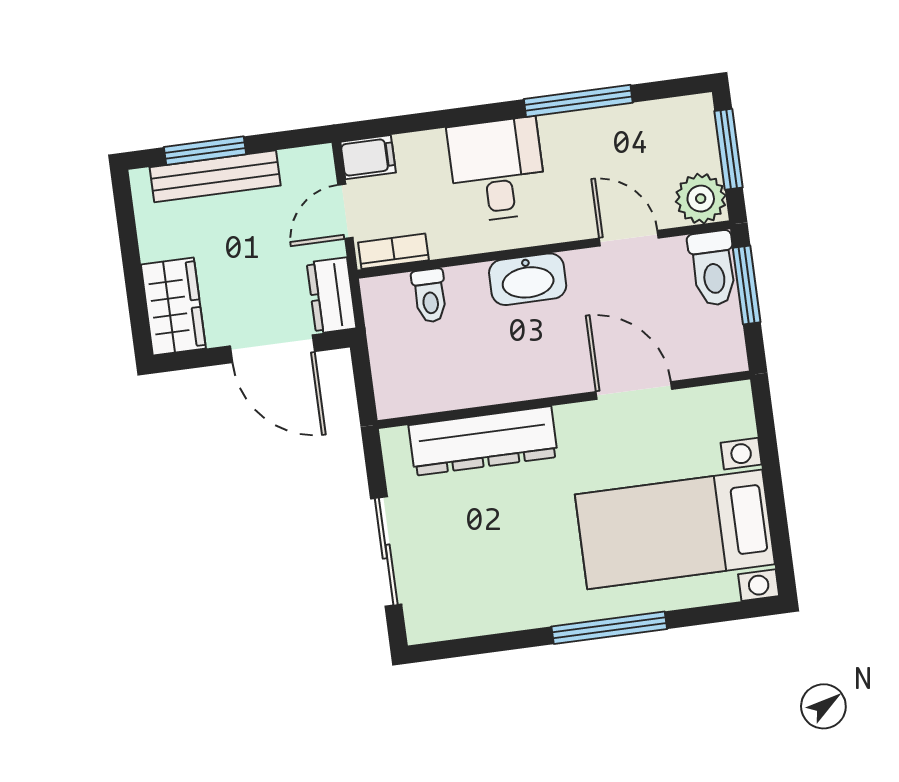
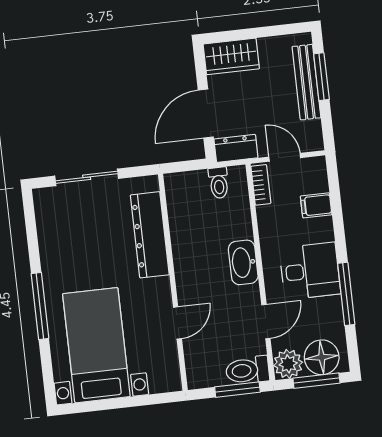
floor lamp: (688, 141) -> (322, 357), added
filing cabinet: (368, 157) -> (316, 205), moved, turned 90
desk: (497, 170) -> (310, 271), moved
toilet: (430, 296) -> (219, 183), moved, turned -90
door: (634, 390) -> (177, 323), width x0.73

